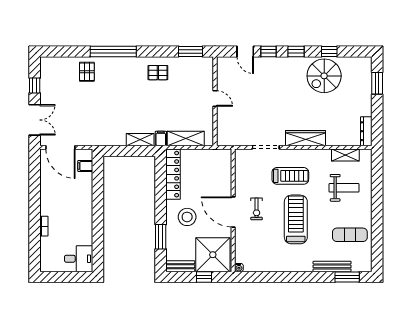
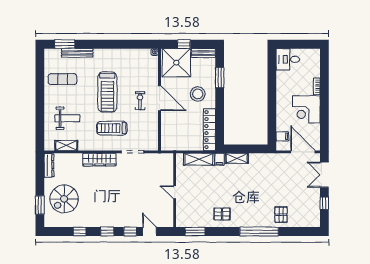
spiral stairs: (324, 76) -> (64, 199), moved, turned 180
weight bench: (344, 188) -> (67, 118), turned 180
corner desk: (56, 198) -> (306, 109), added

